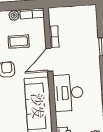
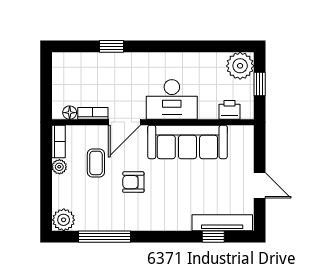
floor lamp: (53, 20) -> (70, 113), added
door: (49, 60) -> (124, 122), hinge flipped

